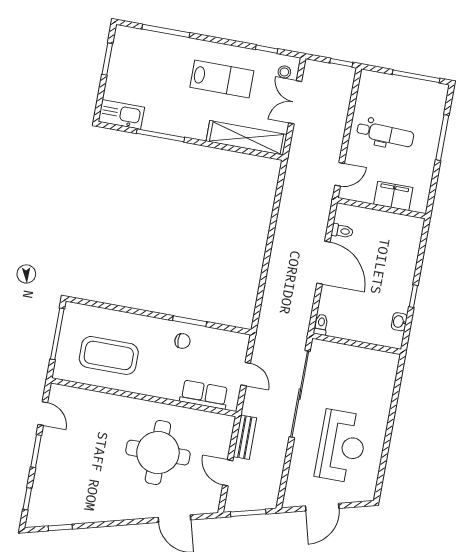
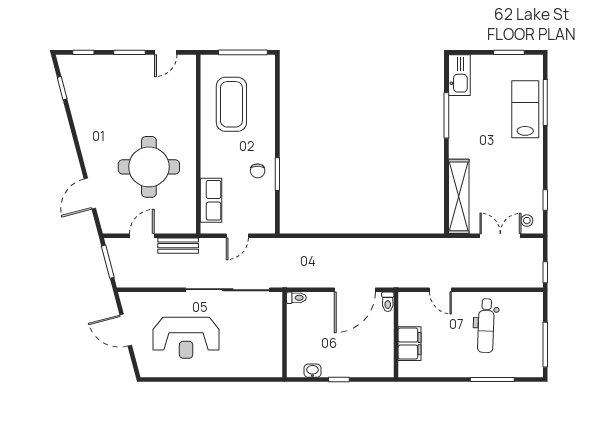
lab bench: (222, 79) -> (525, 109), moved, turned 180
filing cabinet: (393, 196) -> (410, 344), moved
wall: (381, 208) -> (396, 335), moved

